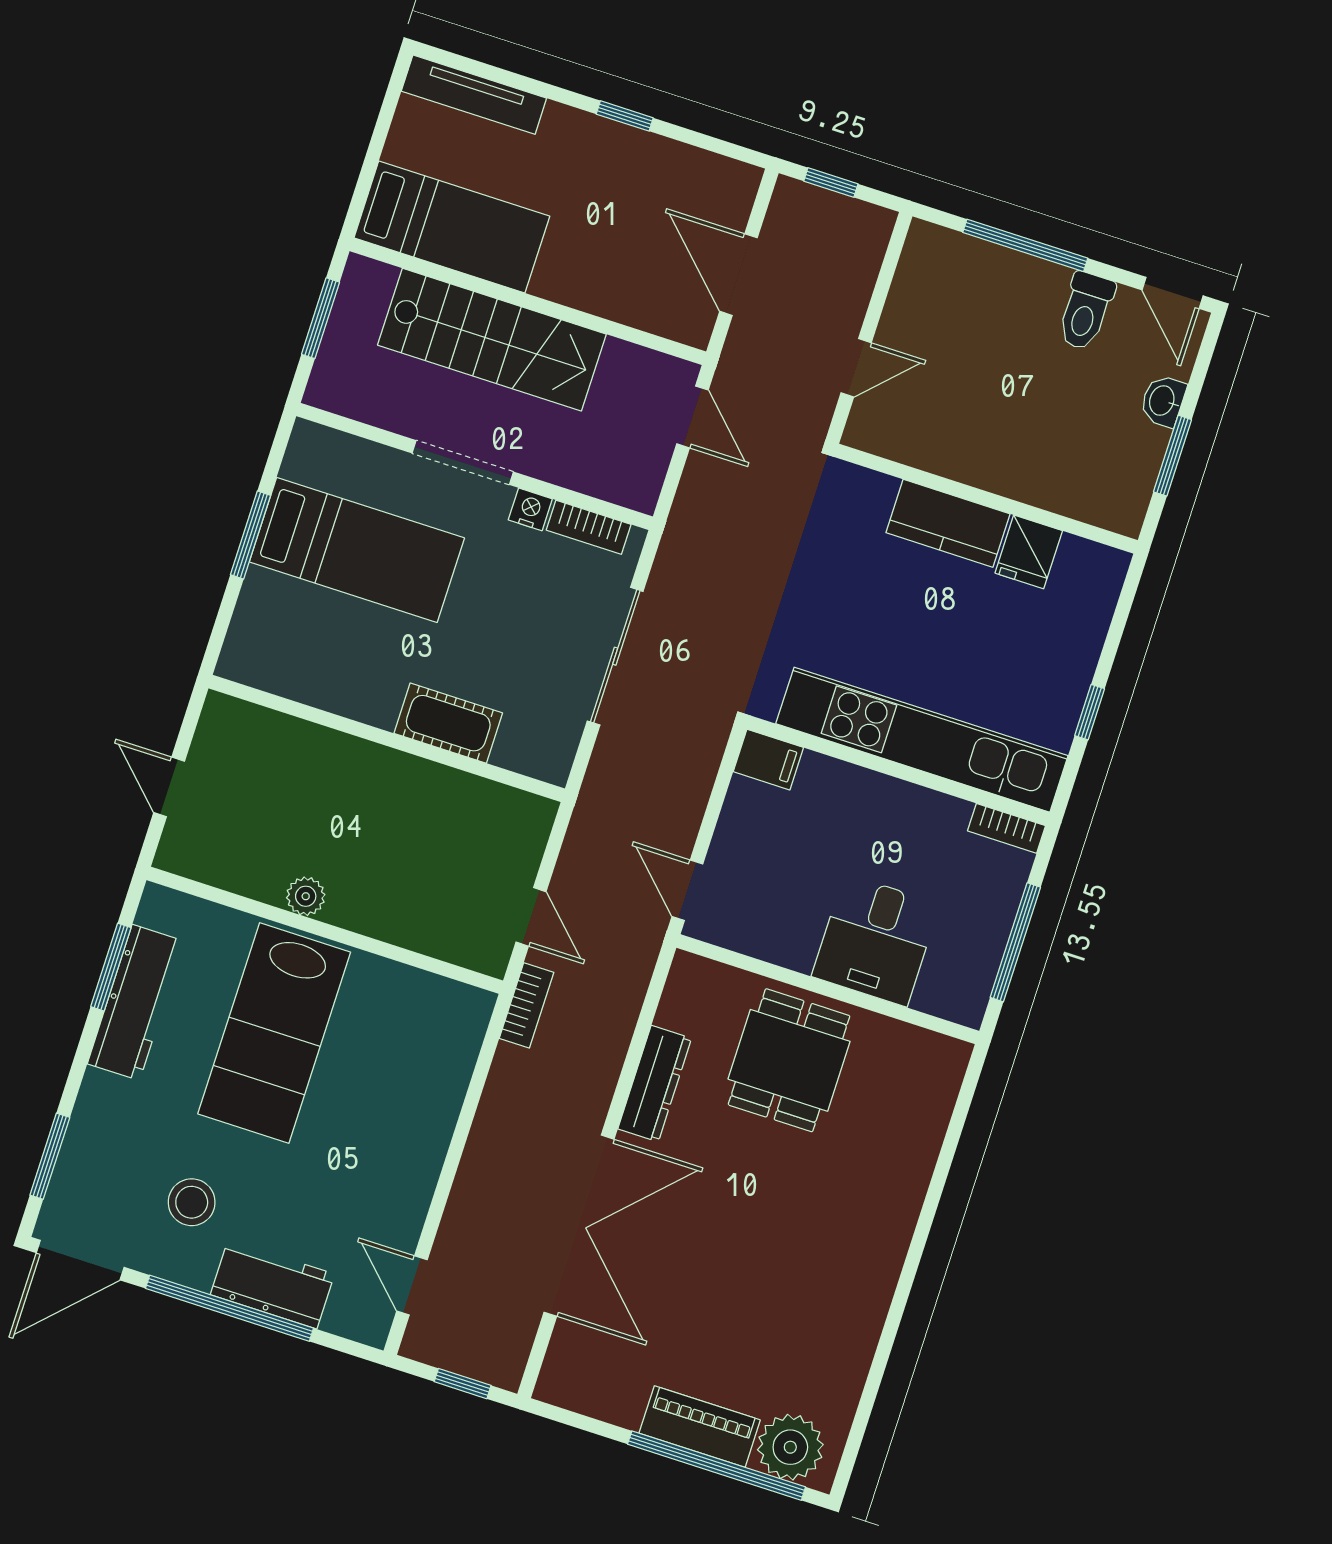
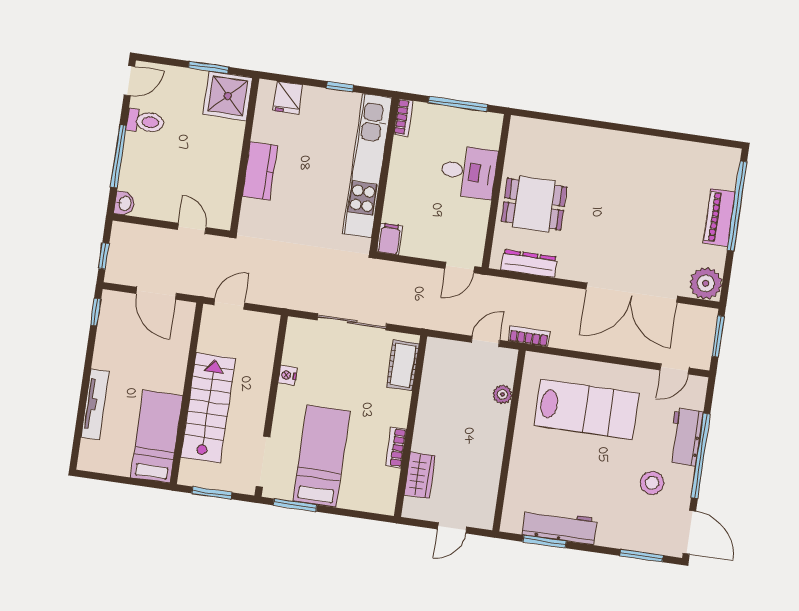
tv unit: (474, 95) -> (95, 404), moved
window: (625, 116) -> (96, 312), moved
door: (738, 275) -> (156, 293), hinge flipped
washbasin: (1163, 401) -> (124, 203), moved, turned -90
doorway: (463, 463) -> (263, 462), moved
shower: (1109, 484) -> (228, 96), added
bookcase: (589, 527) -> (396, 447), moved, turned 180
window: (250, 535) -> (295, 505), moved
fridge: (1029, 552) -> (288, 98), moved, turned 90
cot: (448, 723) -> (403, 365), moved
wardrobe: (285, 740) -> (420, 475), added
plant: (306, 896) -> (503, 394), moved
lab bench: (274, 1033) -> (586, 409), moved
dresser: (655, 1084) -> (529, 264), moved
double door: (579, 1226) -> (632, 293), swing flipped
window: (463, 1384) -> (718, 336), width x1.50
plant: (790, 1447) -> (706, 283), moved

